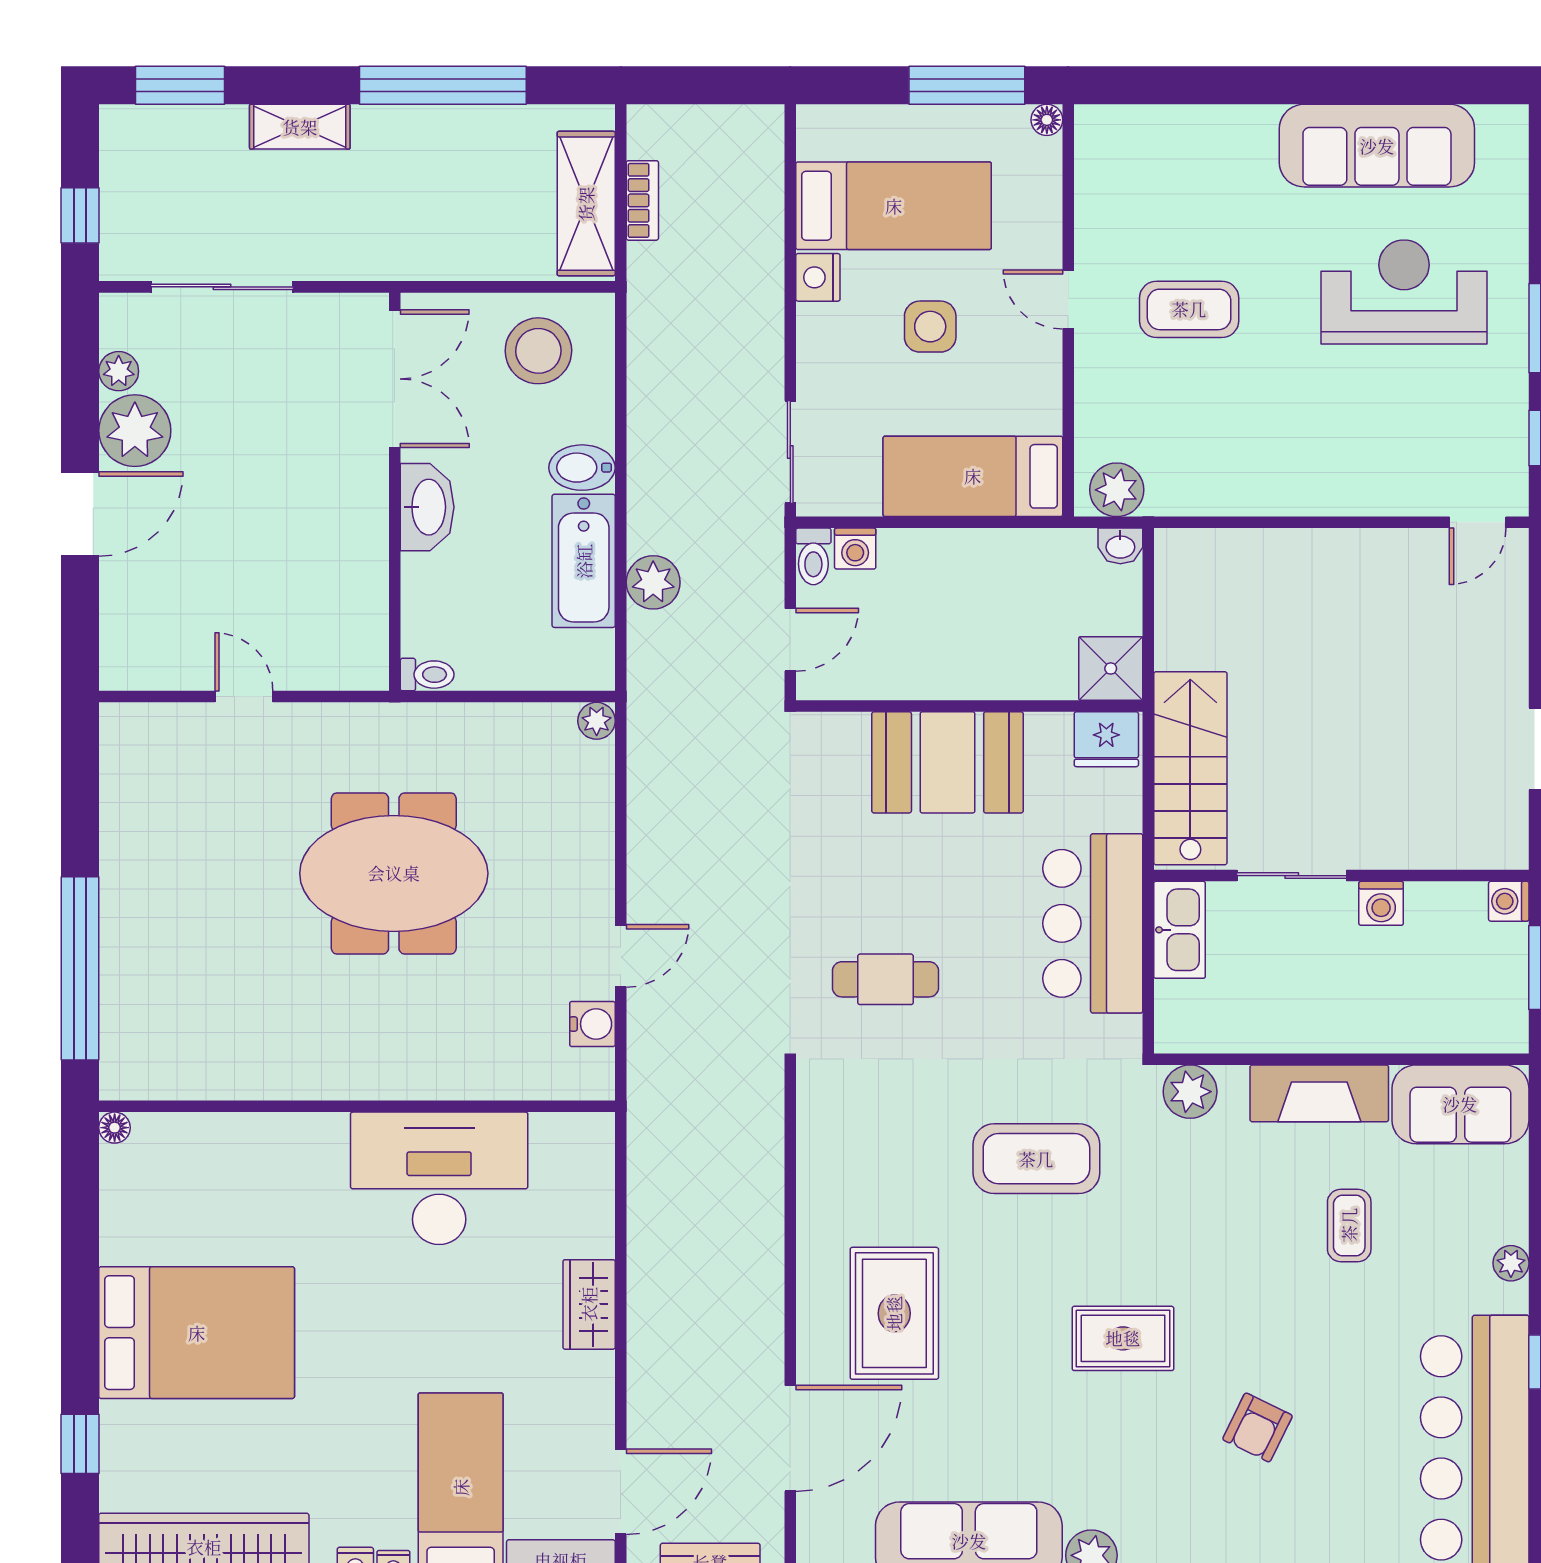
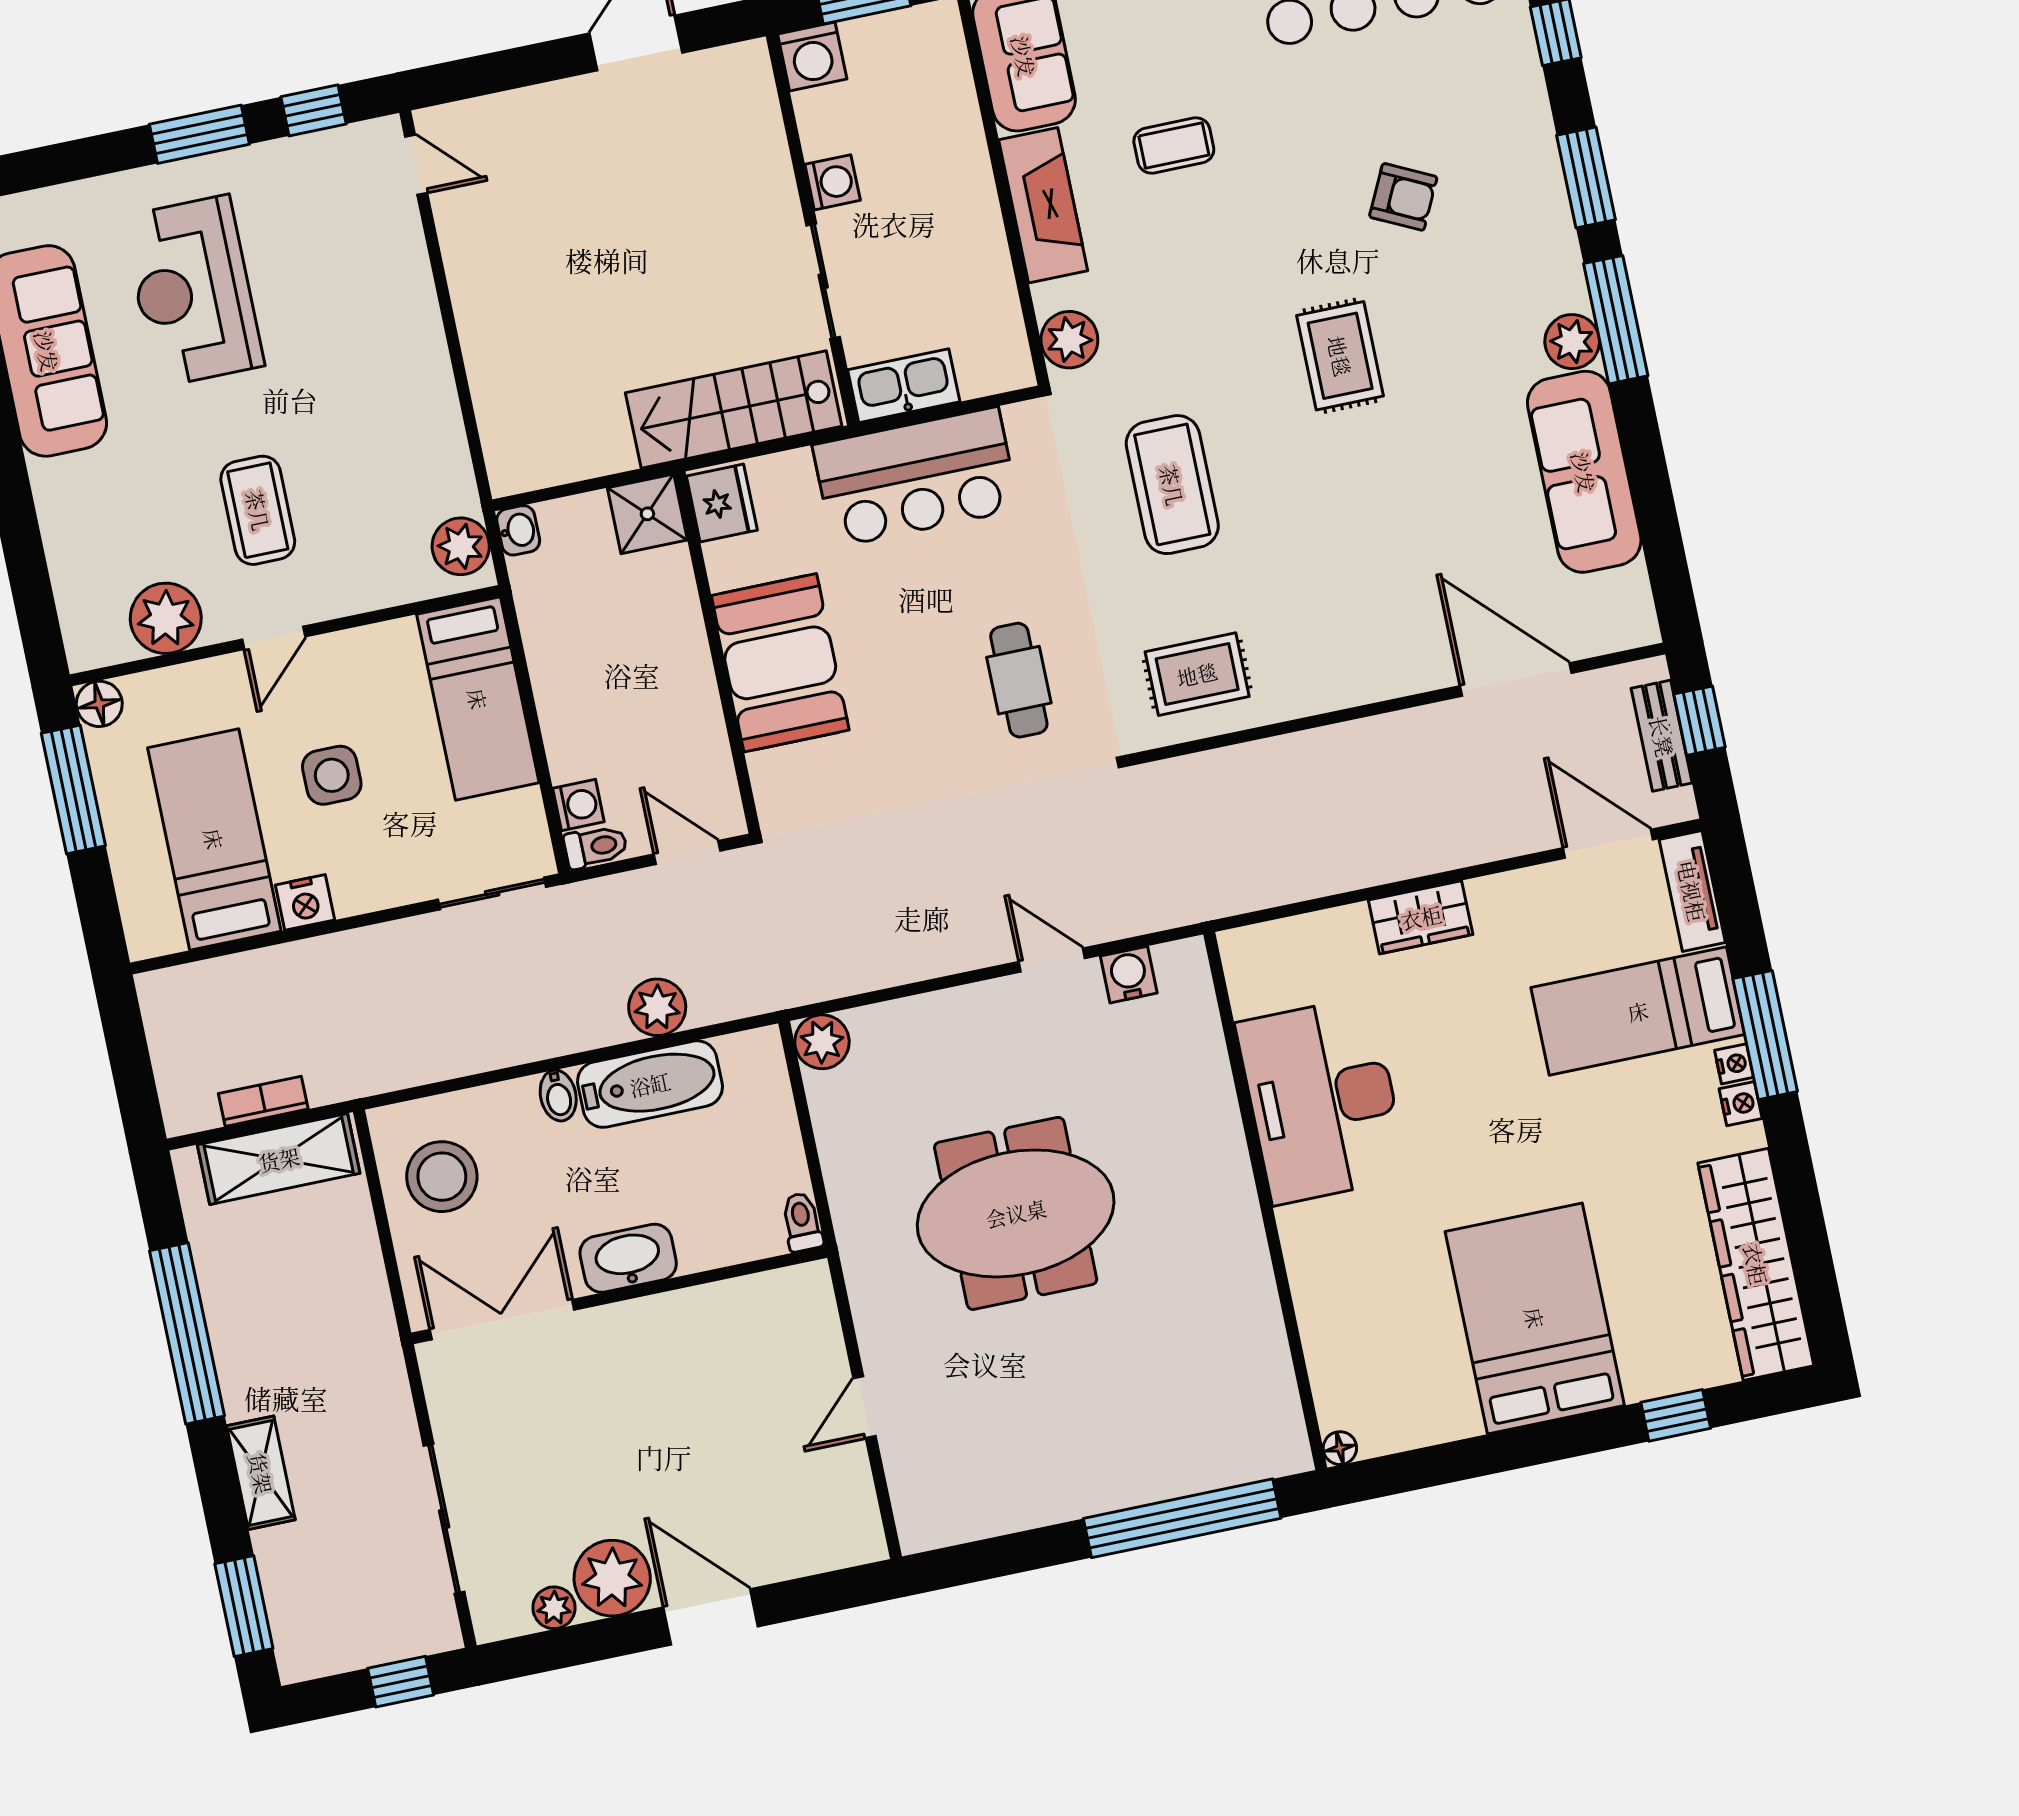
floor lamp: (1047, 120) -> (99, 704), width x1.37, depth x1.37
plant: (1107, 204) -> (166, 618), added
bidet: (582, 468) -> (558, 1096), width x0.72, depth x0.74
plant: (597, 721) -> (822, 1042), width x1.38, depth x1.38
meeting table: (394, 873) -> (1016, 1213), turned 90
washing machine: (1509, 901) -> (812, 56), width x1.38, depth x1.38
rug: (894, 1313) -> (1197, 674), moved, width x0.73, depth x0.70

